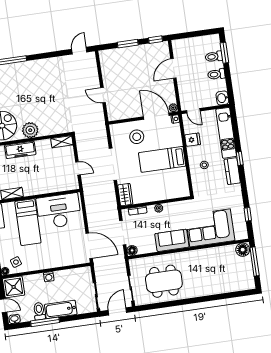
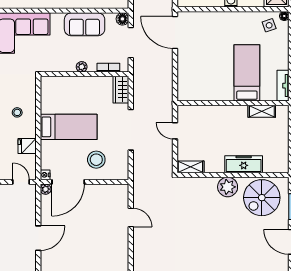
door: (156, 116) -> (68, 182), hinge flipped
desk: (59, 211) -> (207, 81), removed
sofa: (172, 240) -> (85, 24), moved

